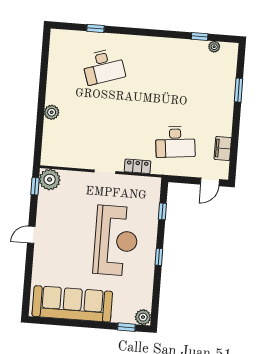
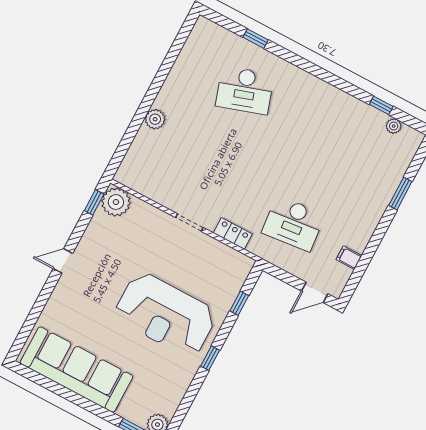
filing cabinet: (223, 148) -> (349, 258), width x0.50
reception desk: (116, 241) -> (165, 314), turned 90

